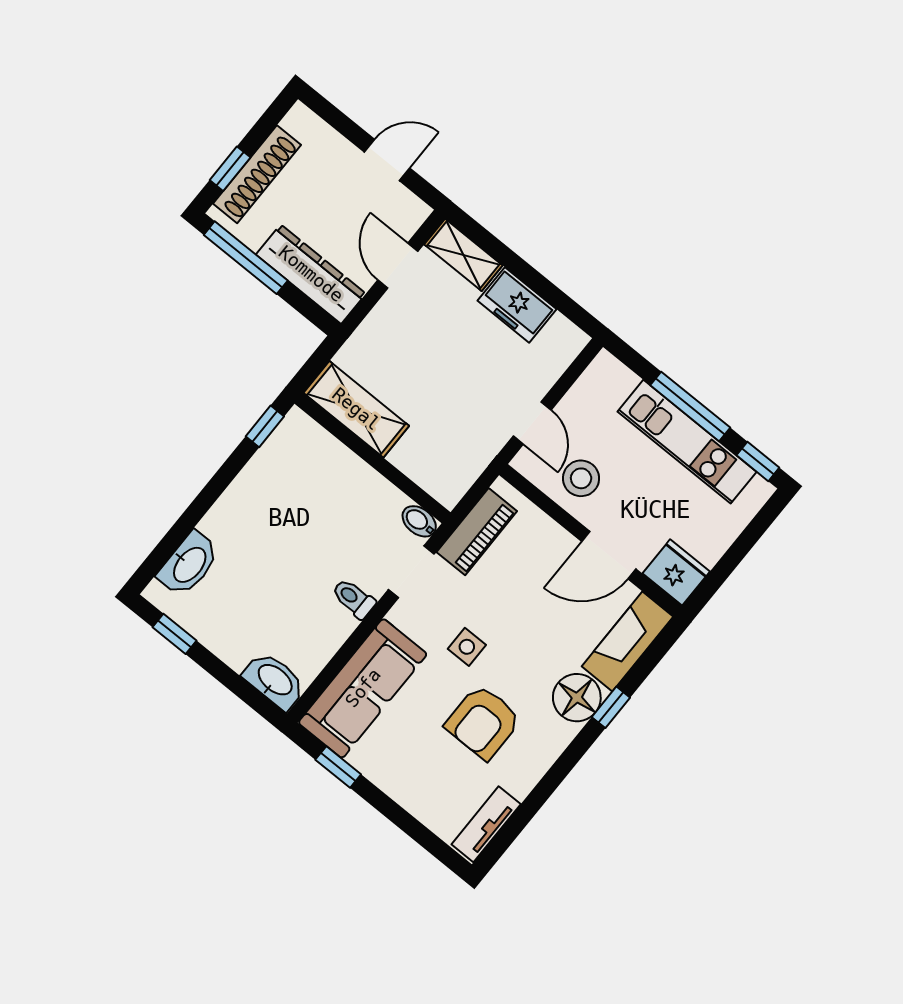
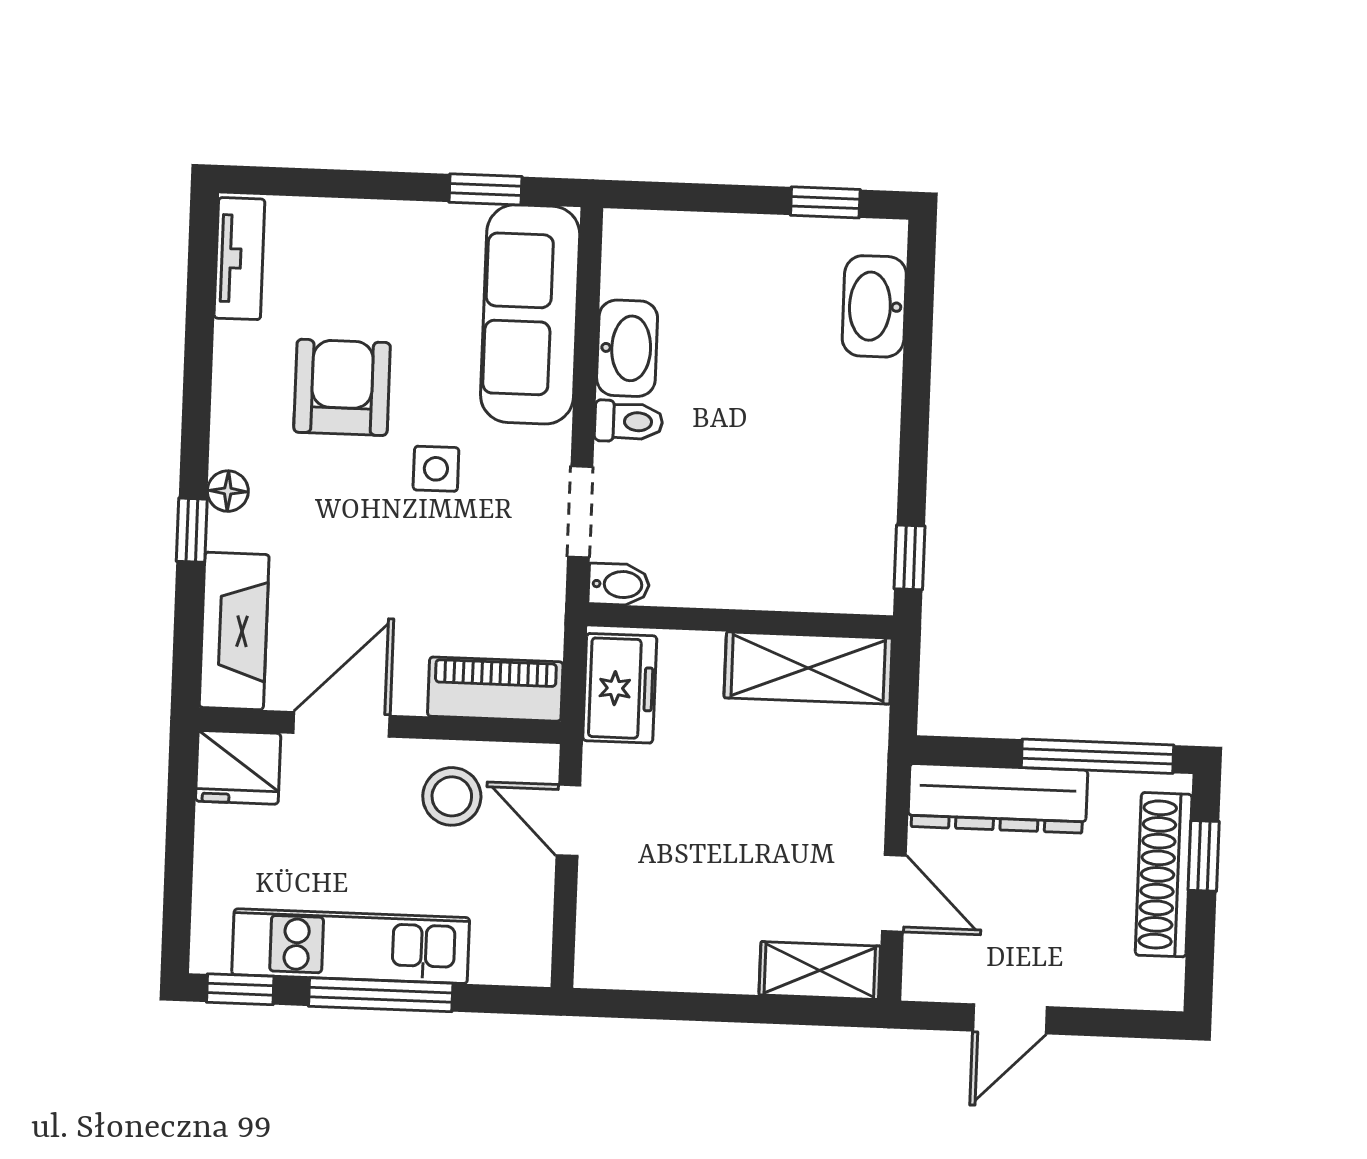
freezer: (517, 305) -> (620, 688), moved, turned 90
piano: (477, 532) -> (495, 689), moved, turned 90
washbasin: (274, 680) -> (627, 348), moved, turned -90
floor lamp: (577, 698) -> (228, 491), width x0.53, depth x0.53

